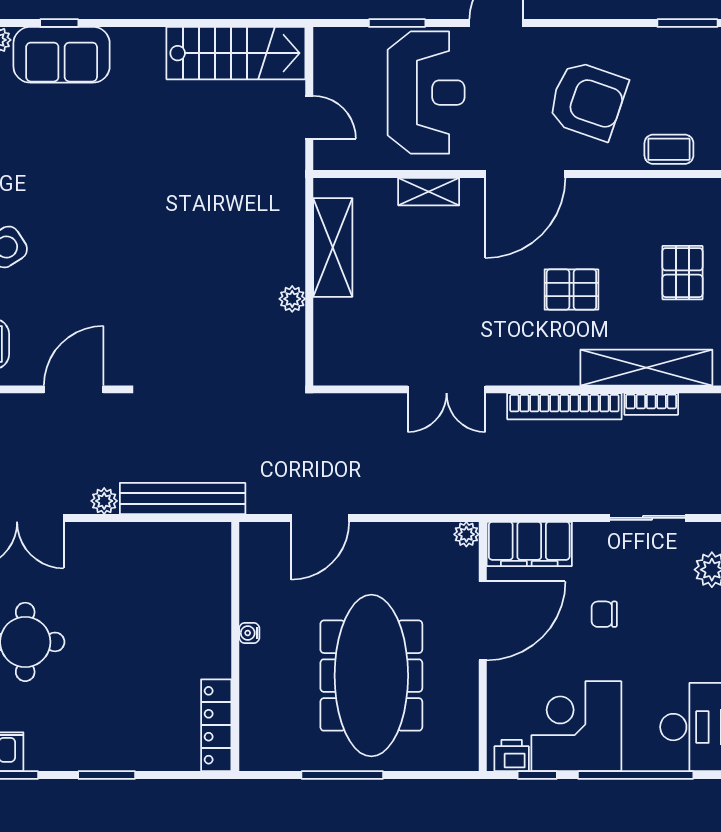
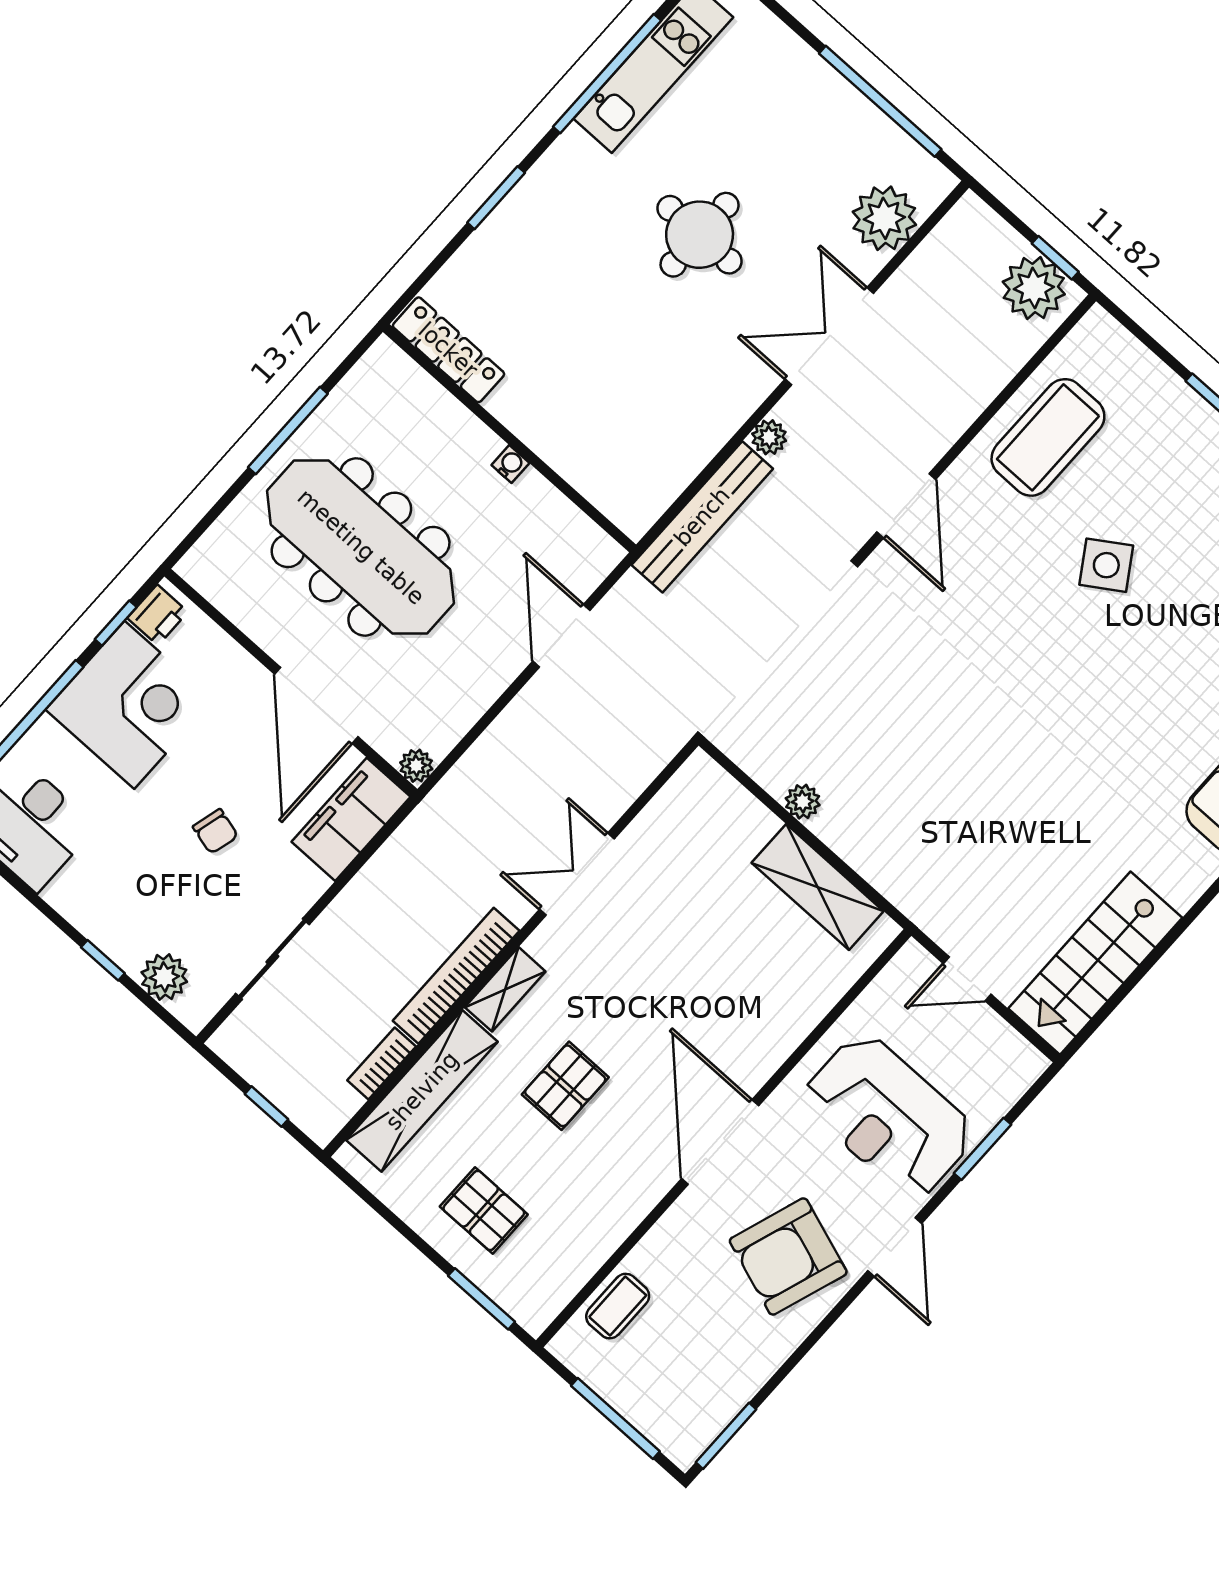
armchair: (587, 100) -> (788, 1257), moved
shelving: (429, 192) -> (505, 989), moved
chair: (604, 614) -> (215, 831), turned 105

